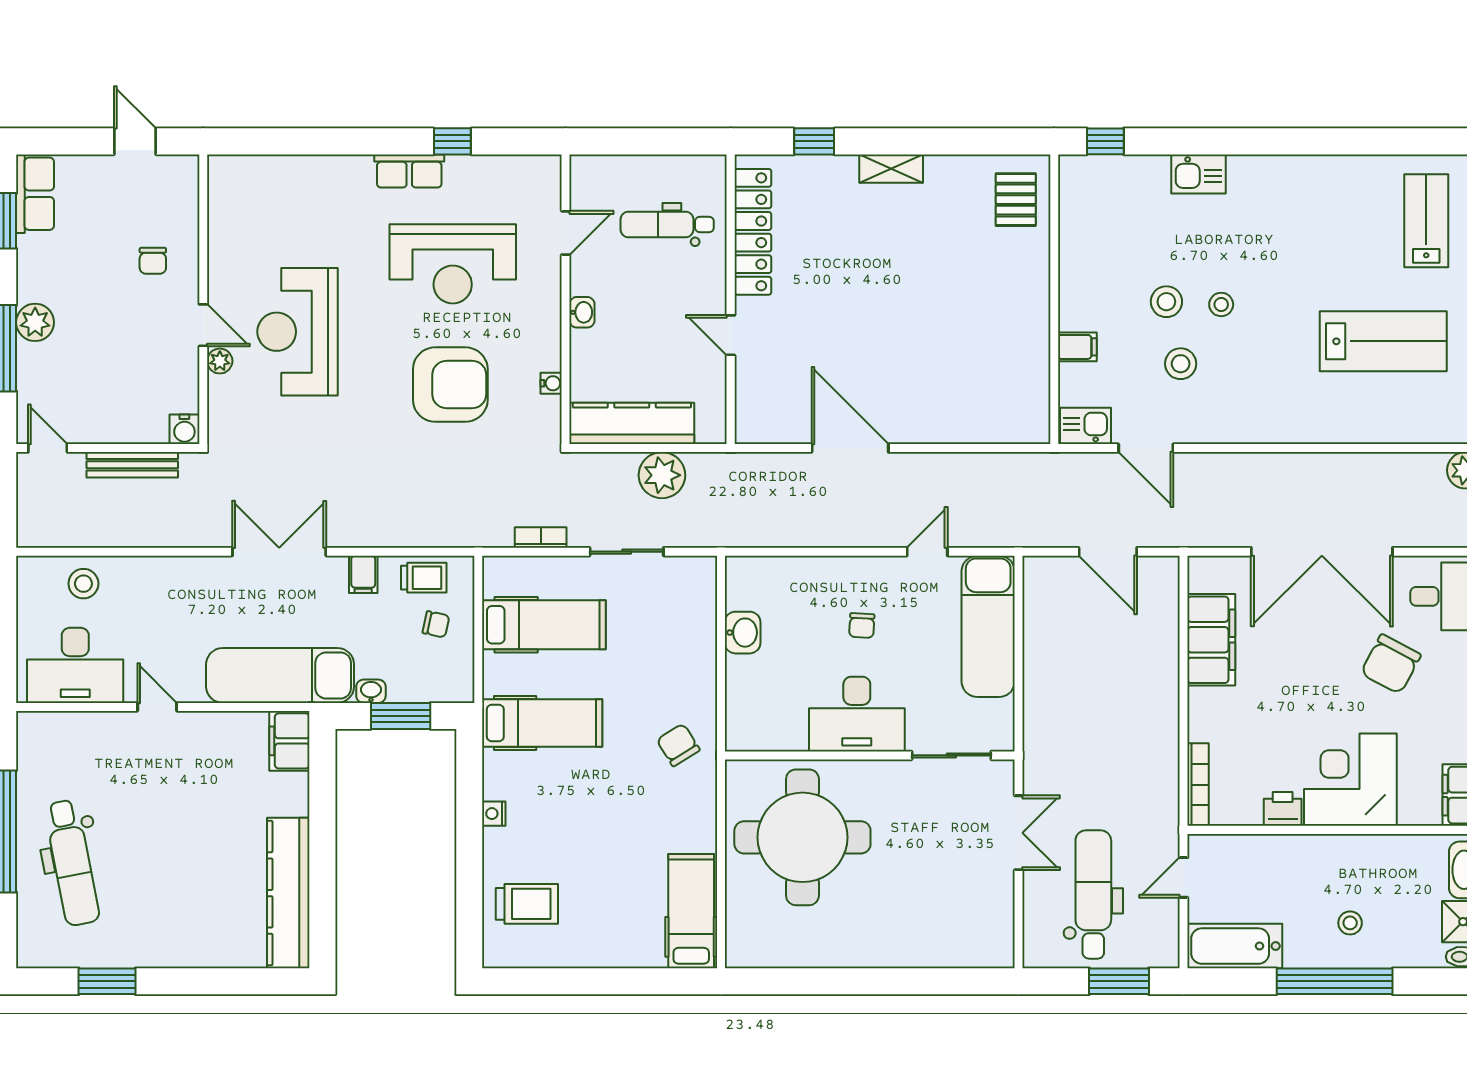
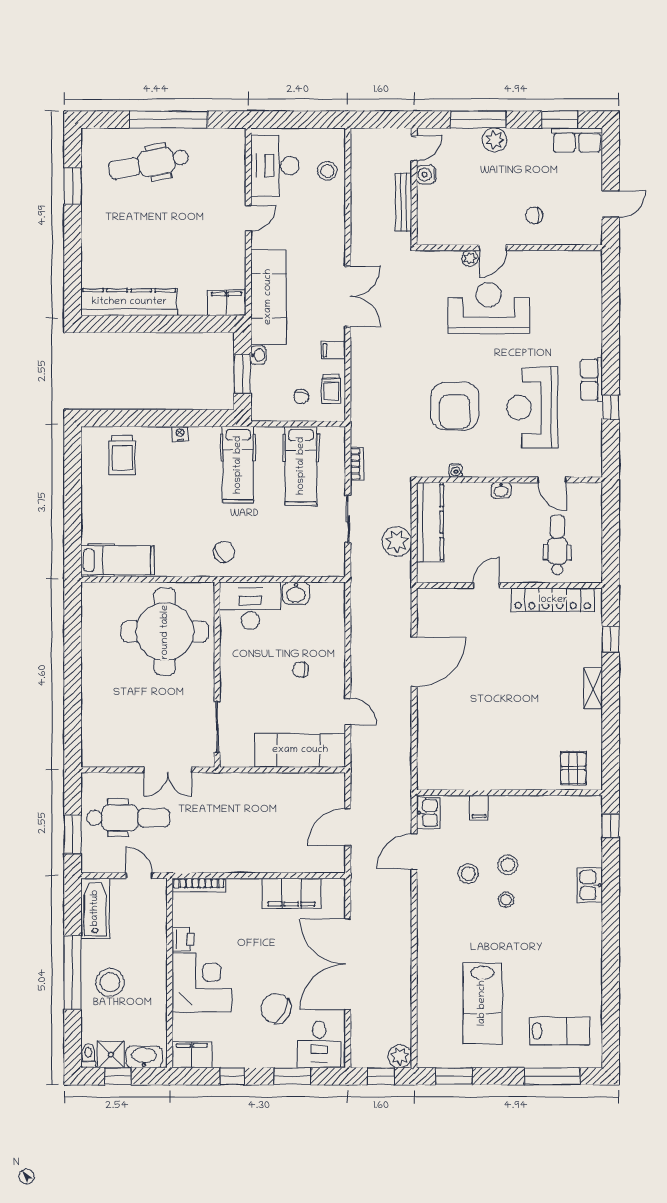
pallet: (1016, 200) -> (573, 768), turned 90
water cooler: (184, 429) -> (426, 175), moved
desk: (857, 714) -> (250, 606), moved, turned 90
stool: (1350, 923) -> (110, 982), width x1.89, depth x1.89

